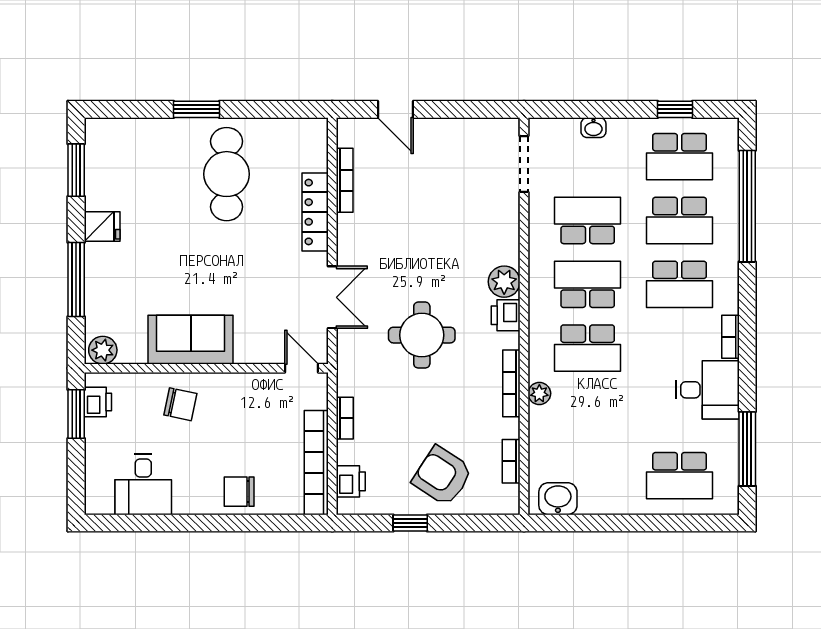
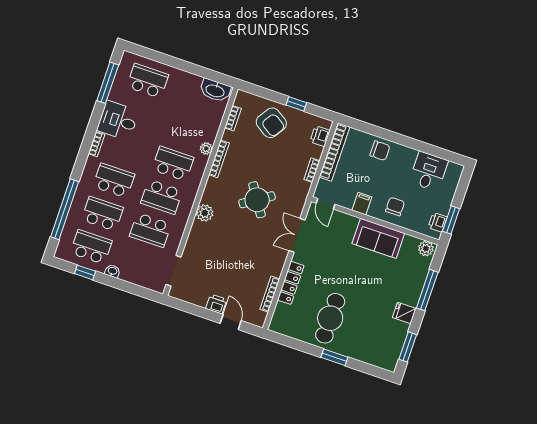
washbasin: (593, 128) -> (112, 271), moved
printer: (506, 315) -> (216, 304), moved, turned -90
round table: (422, 335) -> (257, 200), turned -33
filing cabinet: (239, 390) -> (362, 204), added
chair: (180, 404) -> (395, 207), turned 78
washbasin: (558, 499) -> (215, 90), width x1.38

